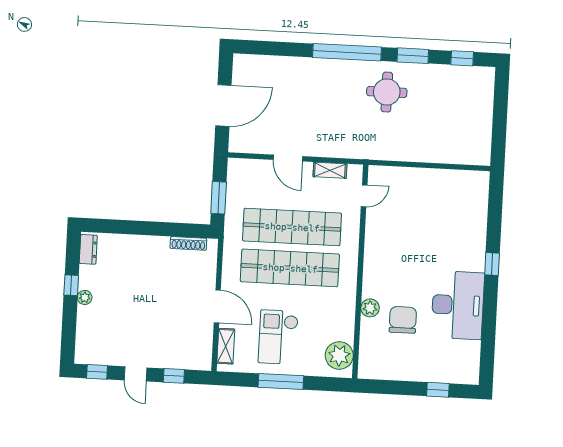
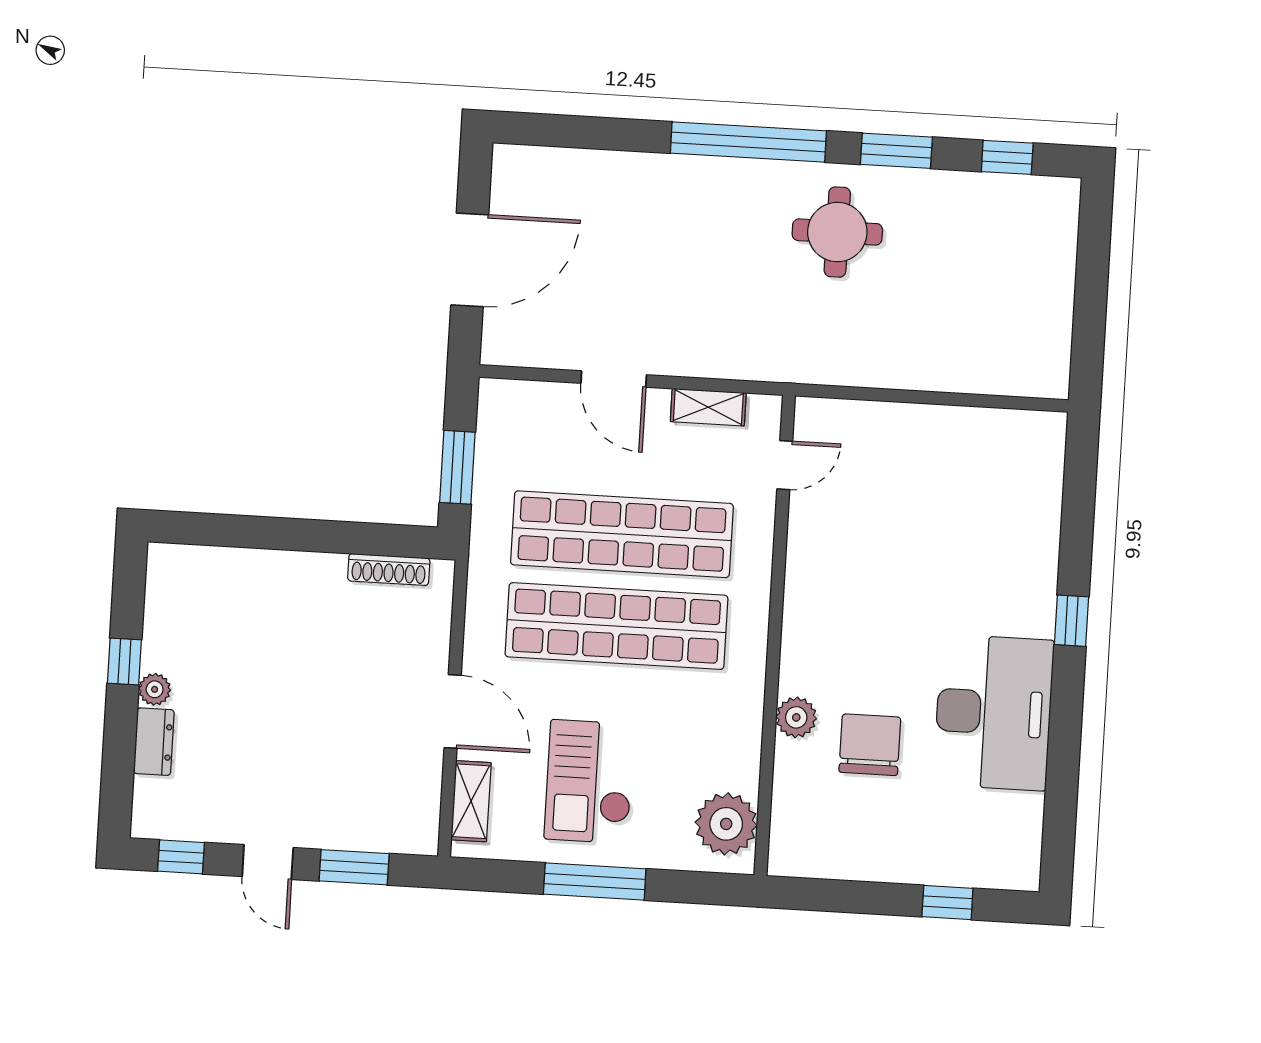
dresser: (88, 249) -> (154, 742), moved
window: (174, 376) -> (354, 867), width x1.50

